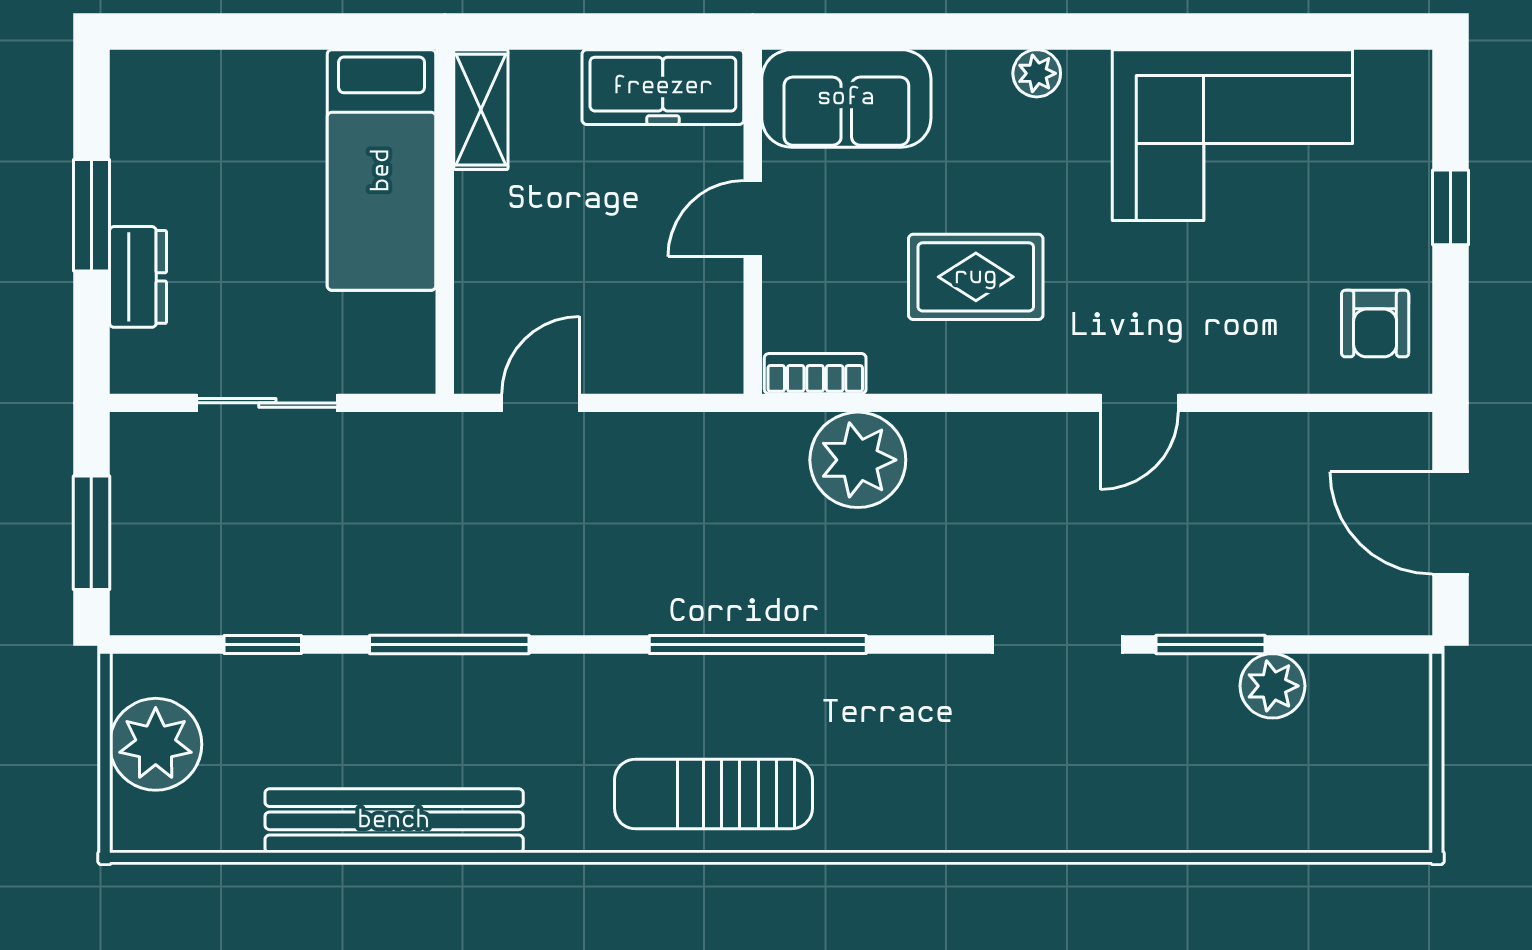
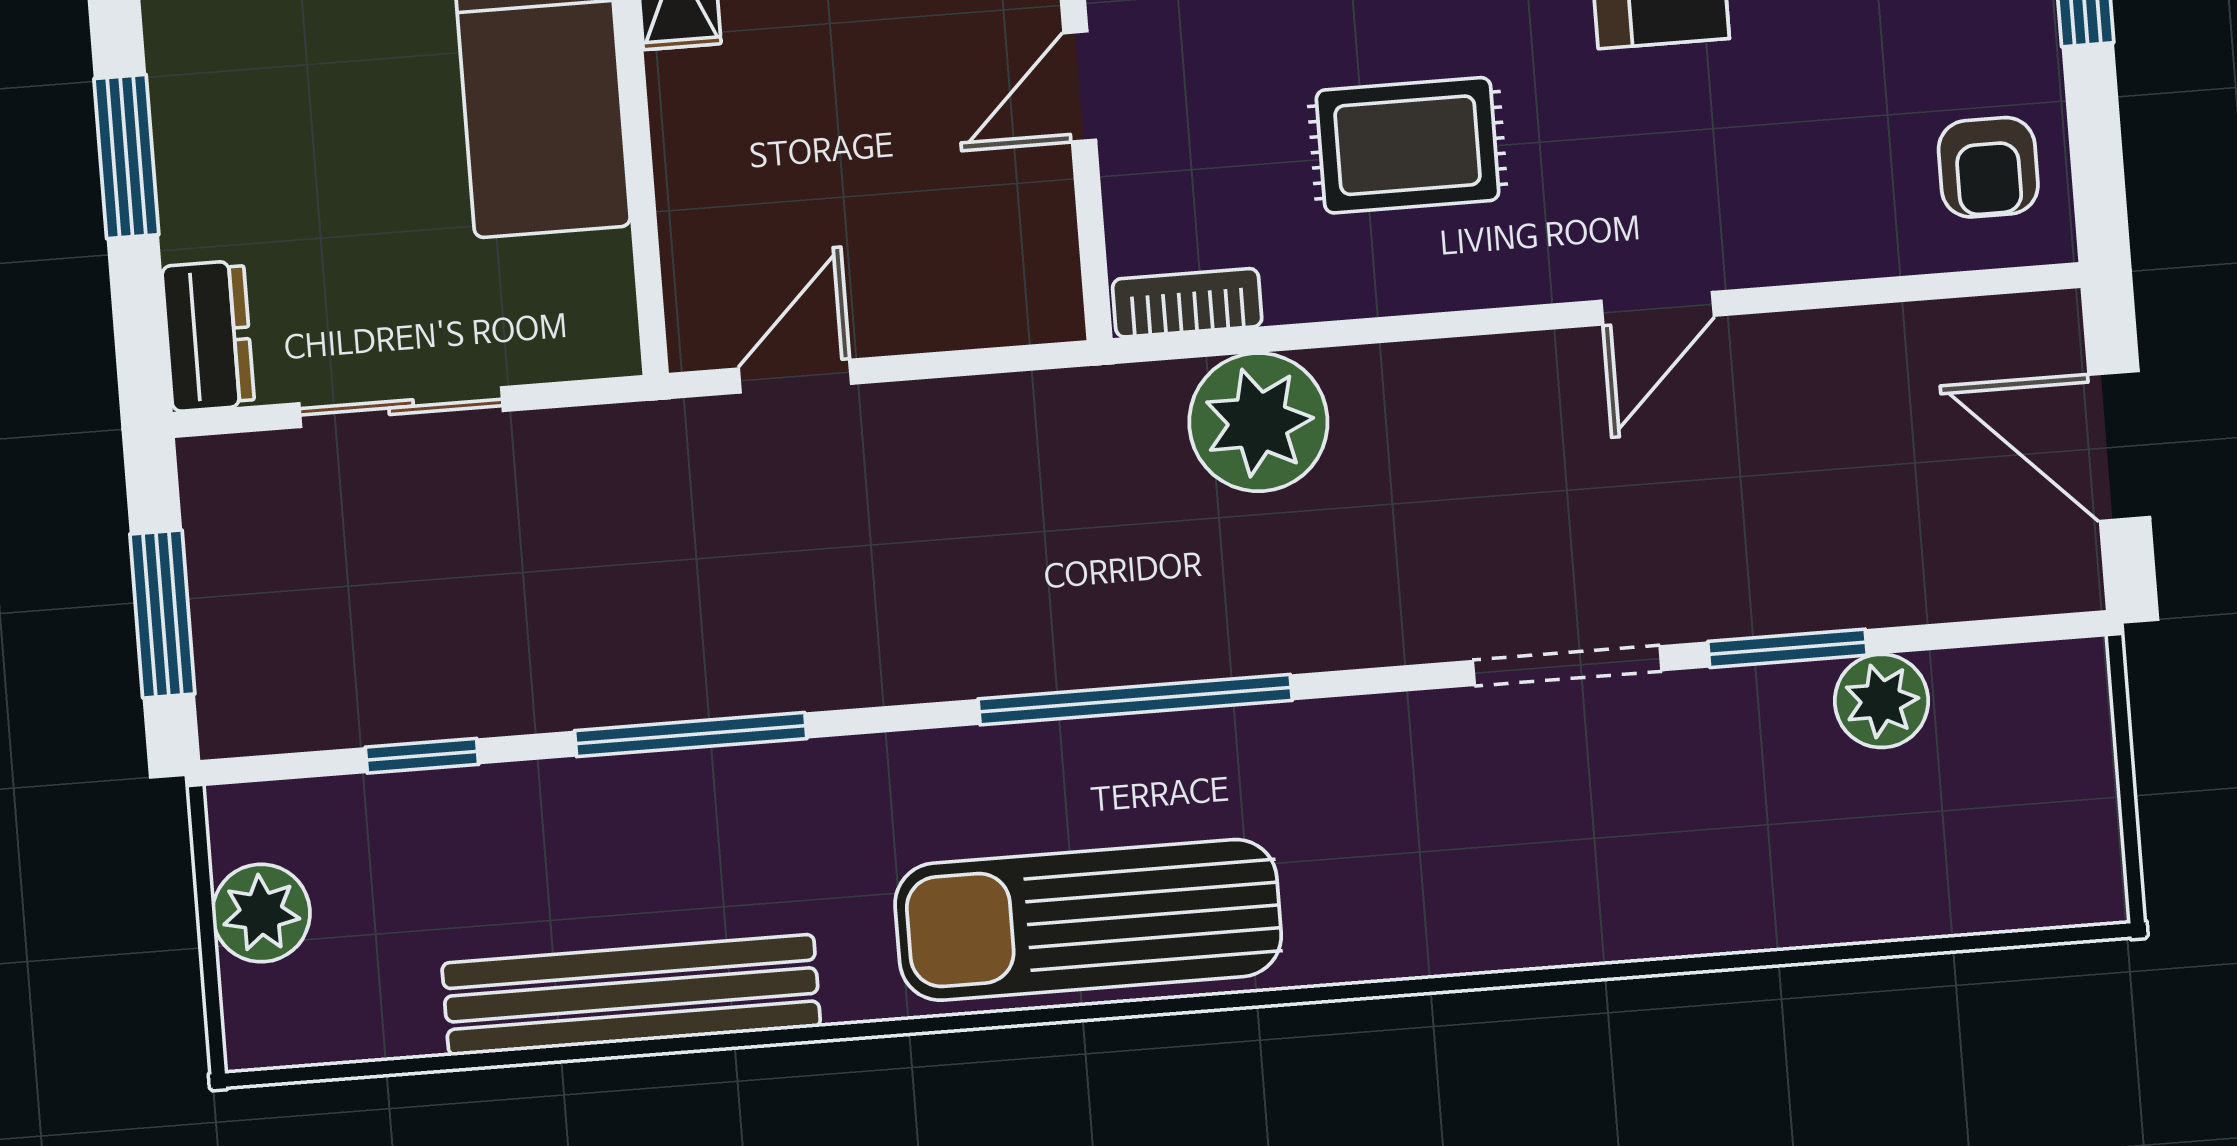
dresser: (138, 277) -> (208, 336), moved
plant: (156, 744) -> (261, 913), width x0.73, depth x0.73
sun lounger: (713, 794) -> (1088, 920), width x1.36, depth x1.34

